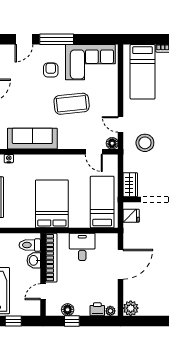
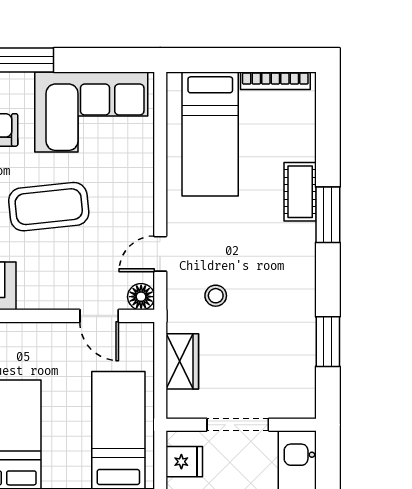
door: (121, 124) -> (160, 254), hinge flipped
stool: (145, 143) -> (216, 296), width x0.53, depth x0.53
wardrobe: (130, 185) -> (182, 361), moved

